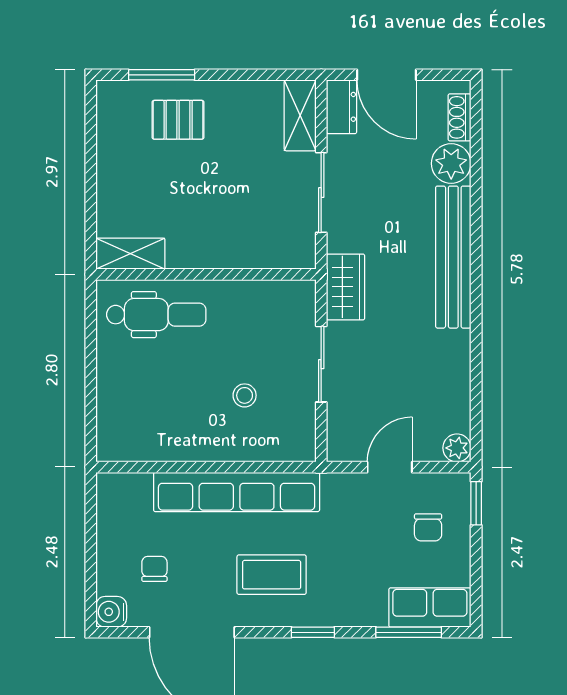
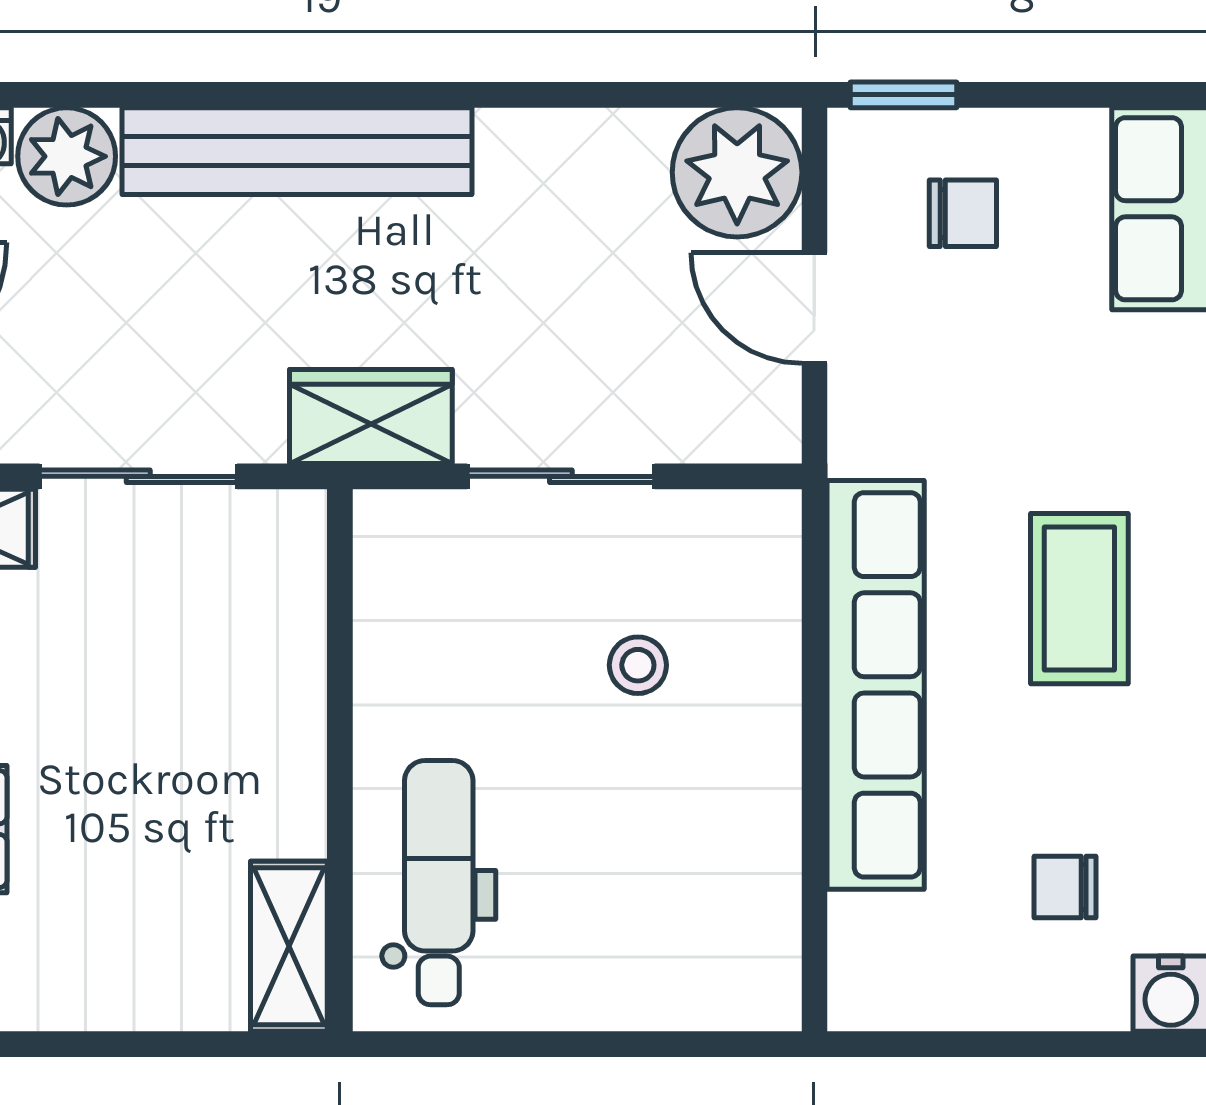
plant: (457, 448) -> (737, 172), width x1.88, depth x1.88

